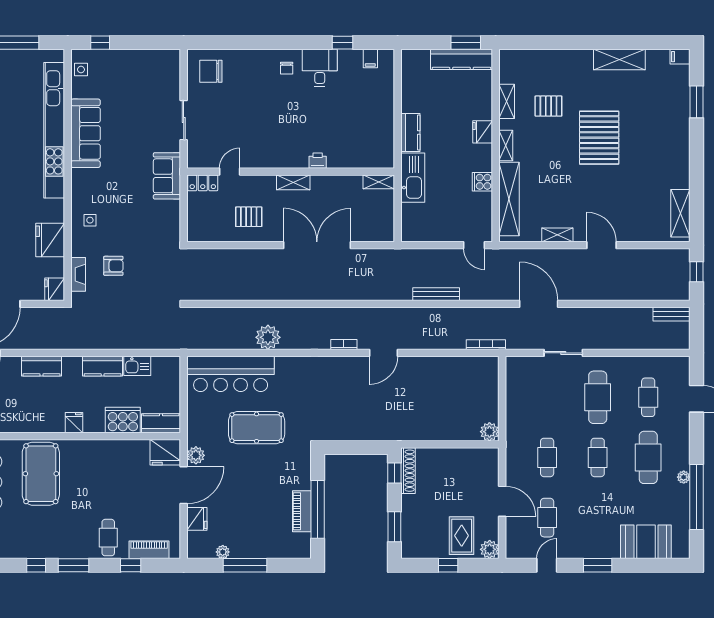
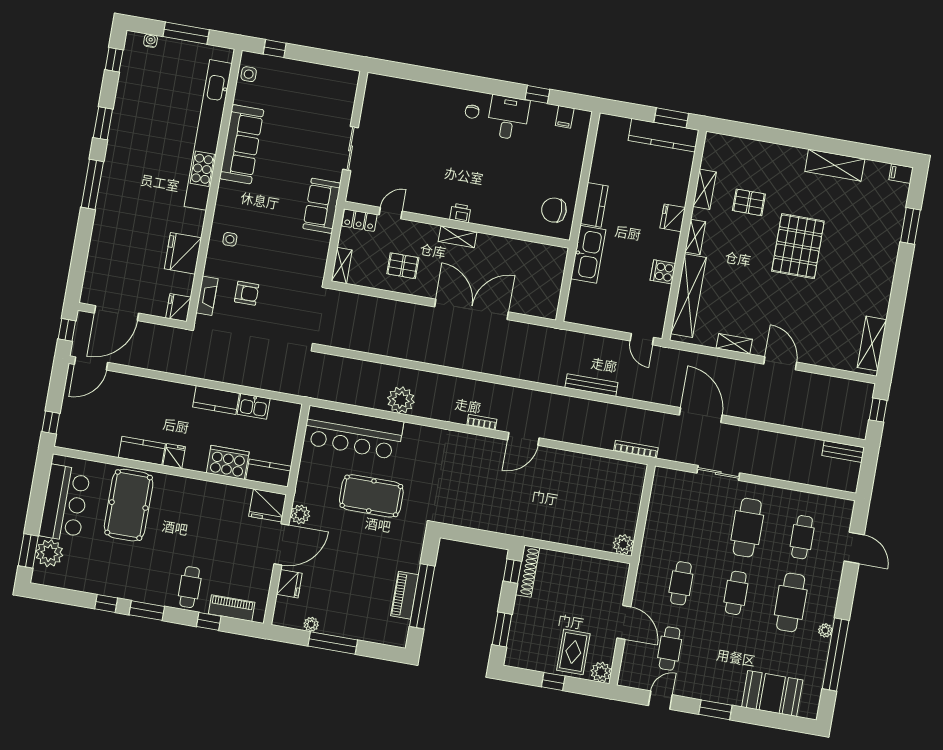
chair: (211, 71) -> (554, 210), moved
printer: (318, 161) -> (460, 213), moved
shelving: (379, 182) -> (342, 266), moved, turned 90
kitchen counter: (42, 366) -> (142, 451), moved, turned 180

